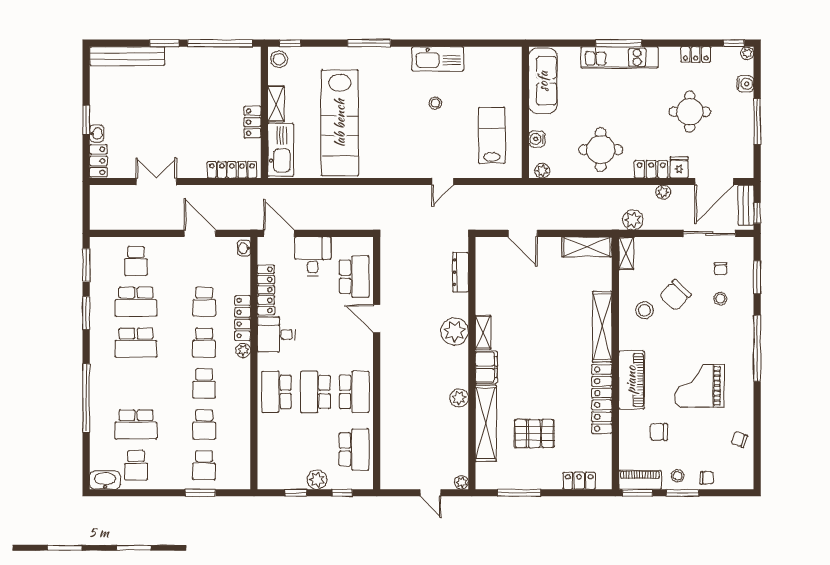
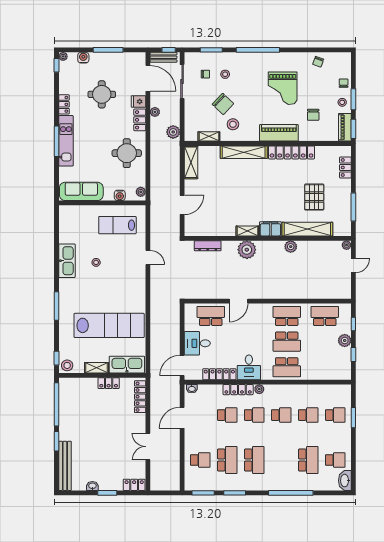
locker: (696, 54) -> (64, 104), moved
washbasin: (97, 133) -> (92, 486), moved
shelving: (626, 253) -> (209, 136), moved

